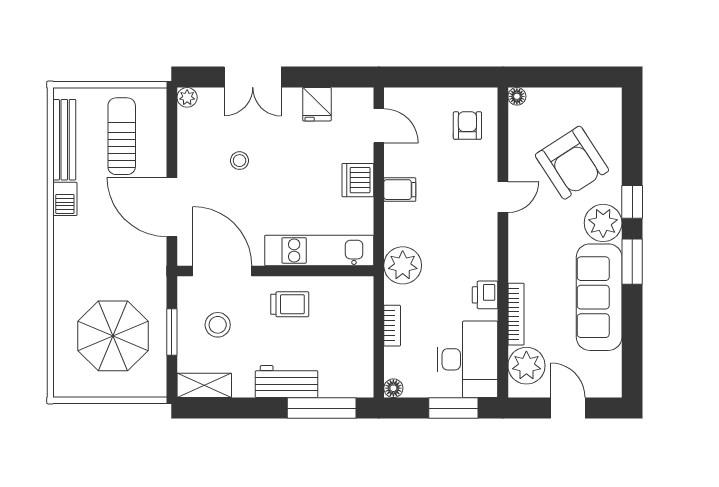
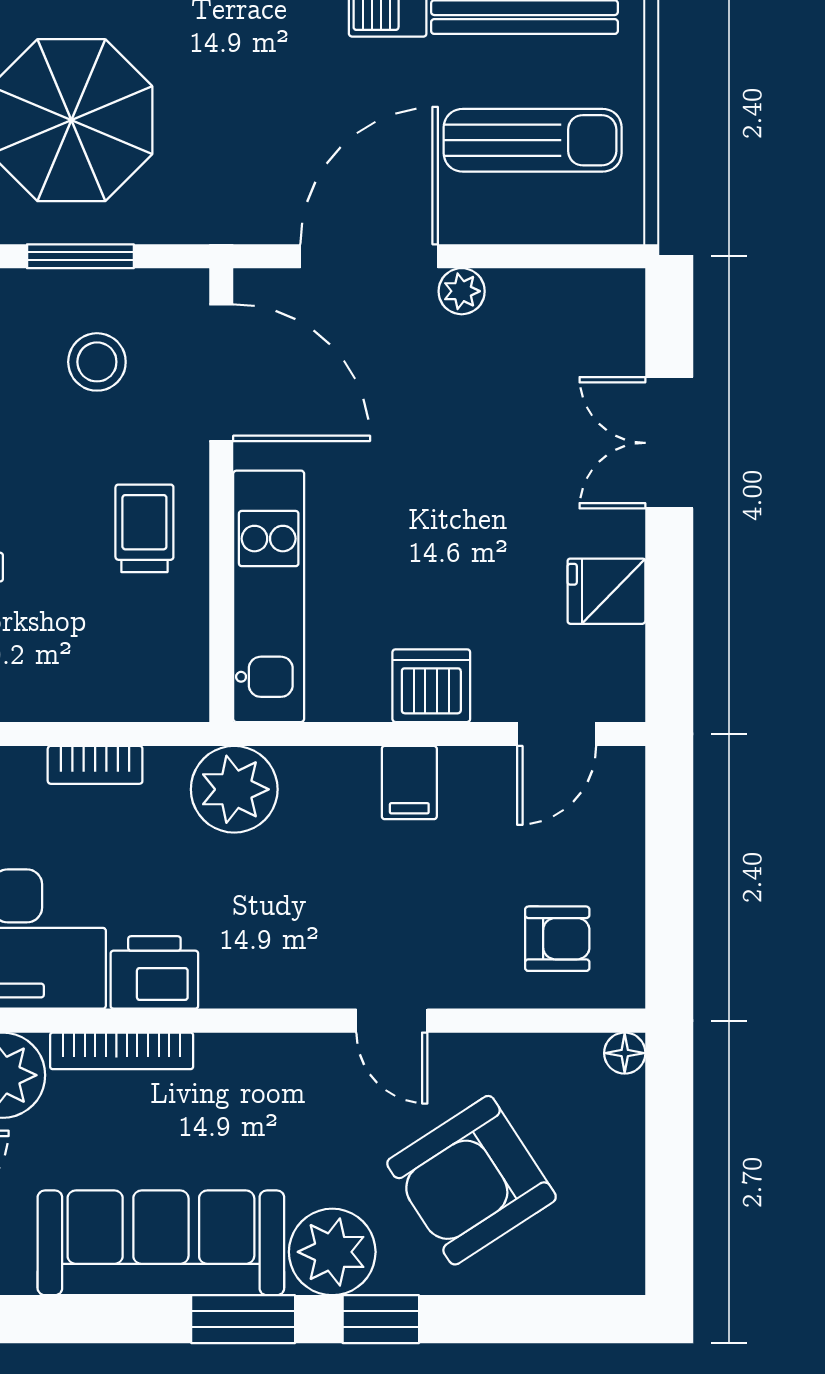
plant: (187, 97) -> (462, 291), moved
stool: (240, 161) -> (476, 412), removed
door: (222, 271) -> (221, 373), hinge flipped
printer: (485, 295) -> (154, 972), width x1.36, depth x1.24
trolley: (290, 304) -> (144, 528), turned 180

